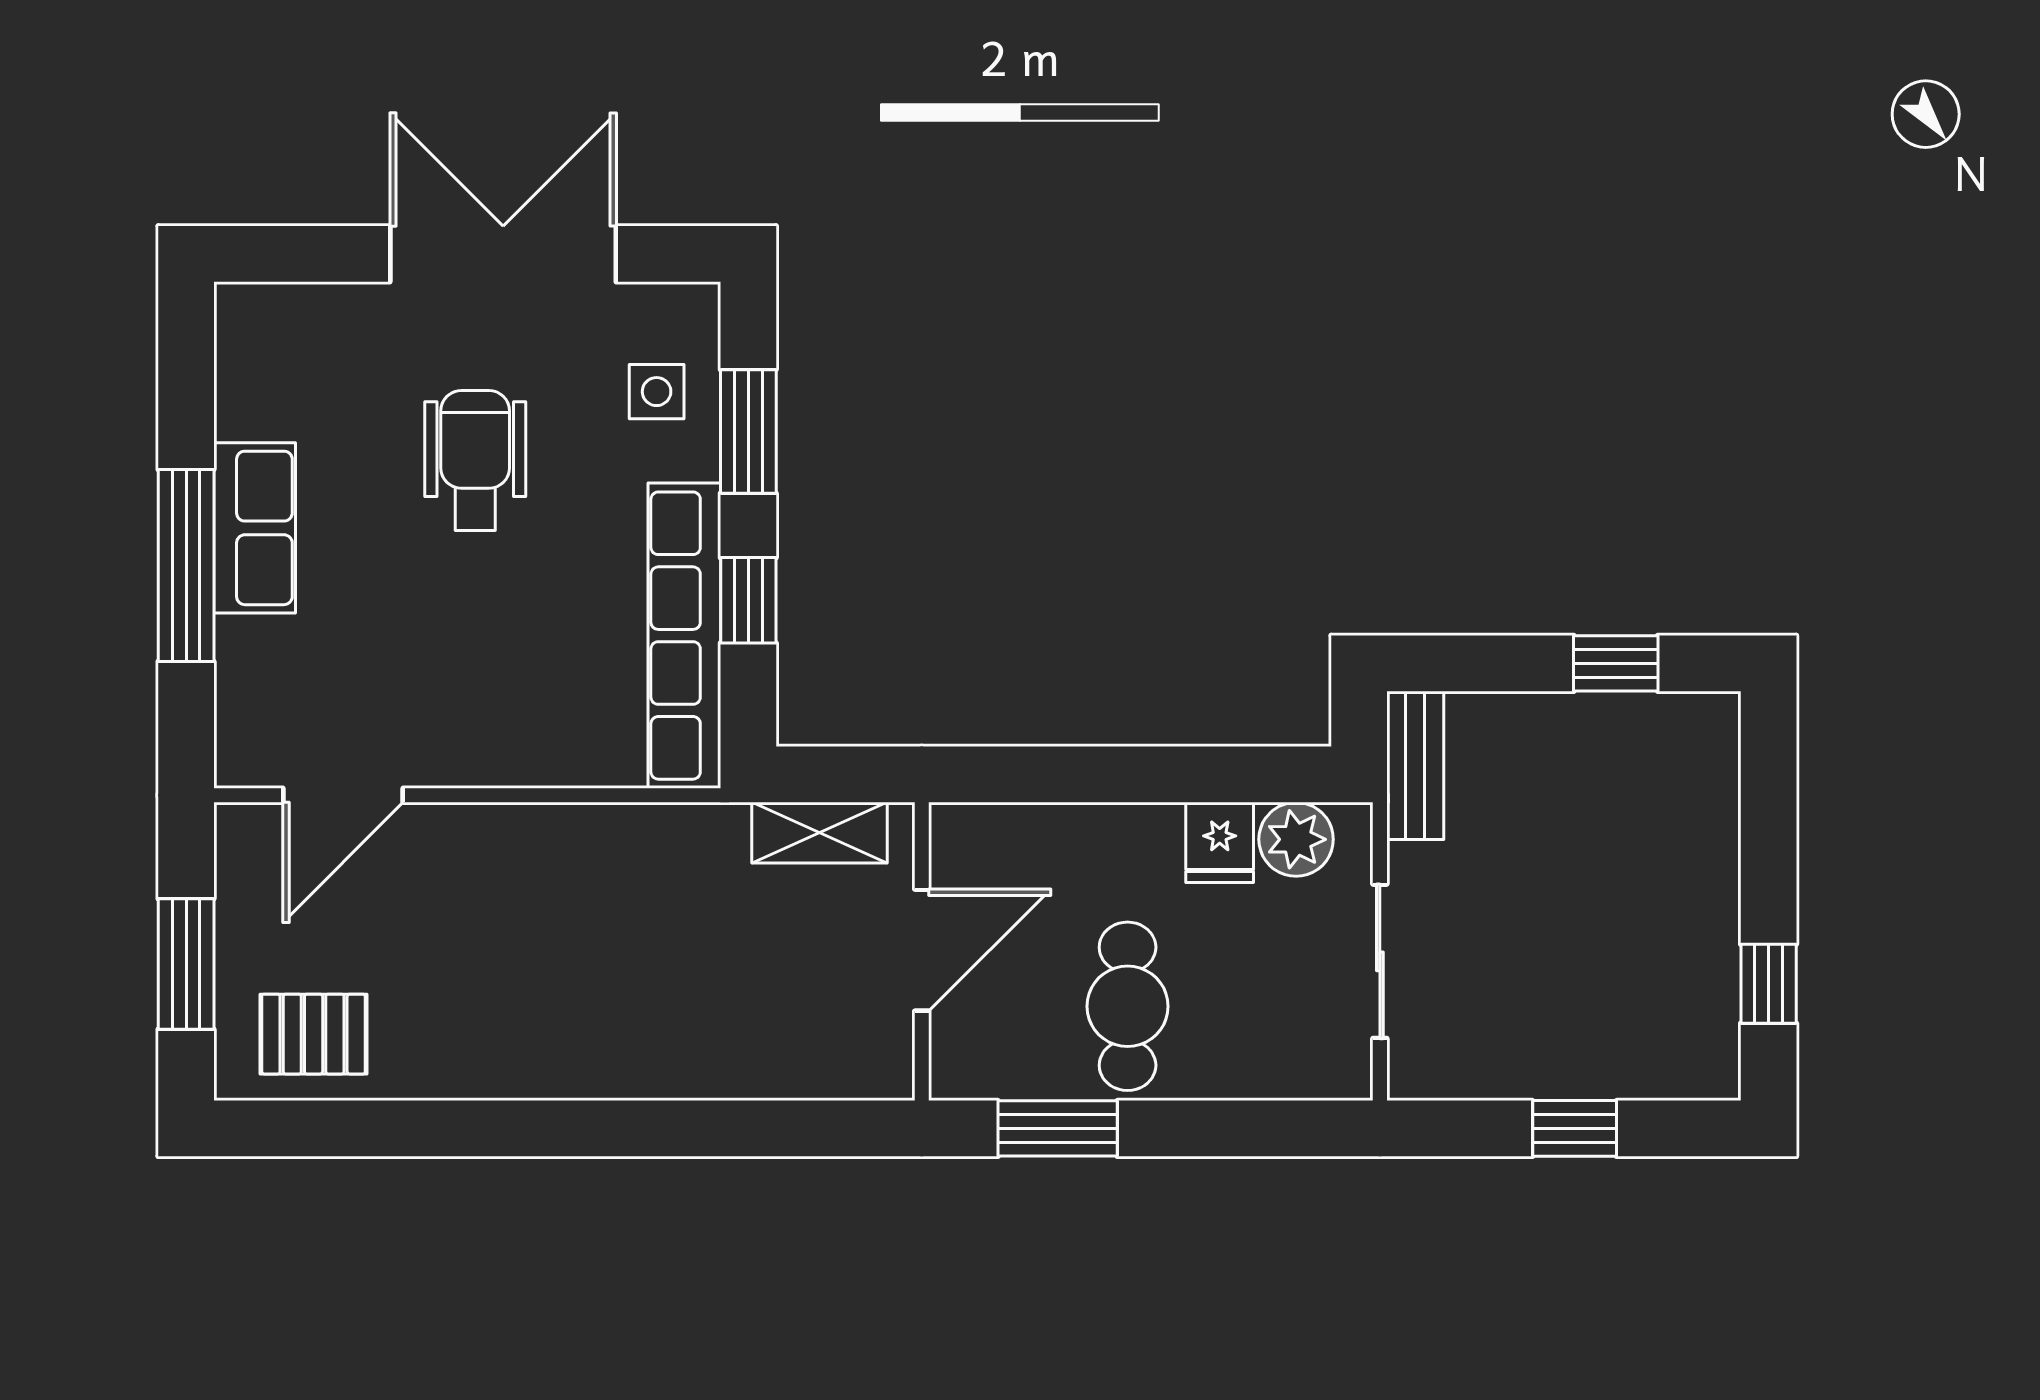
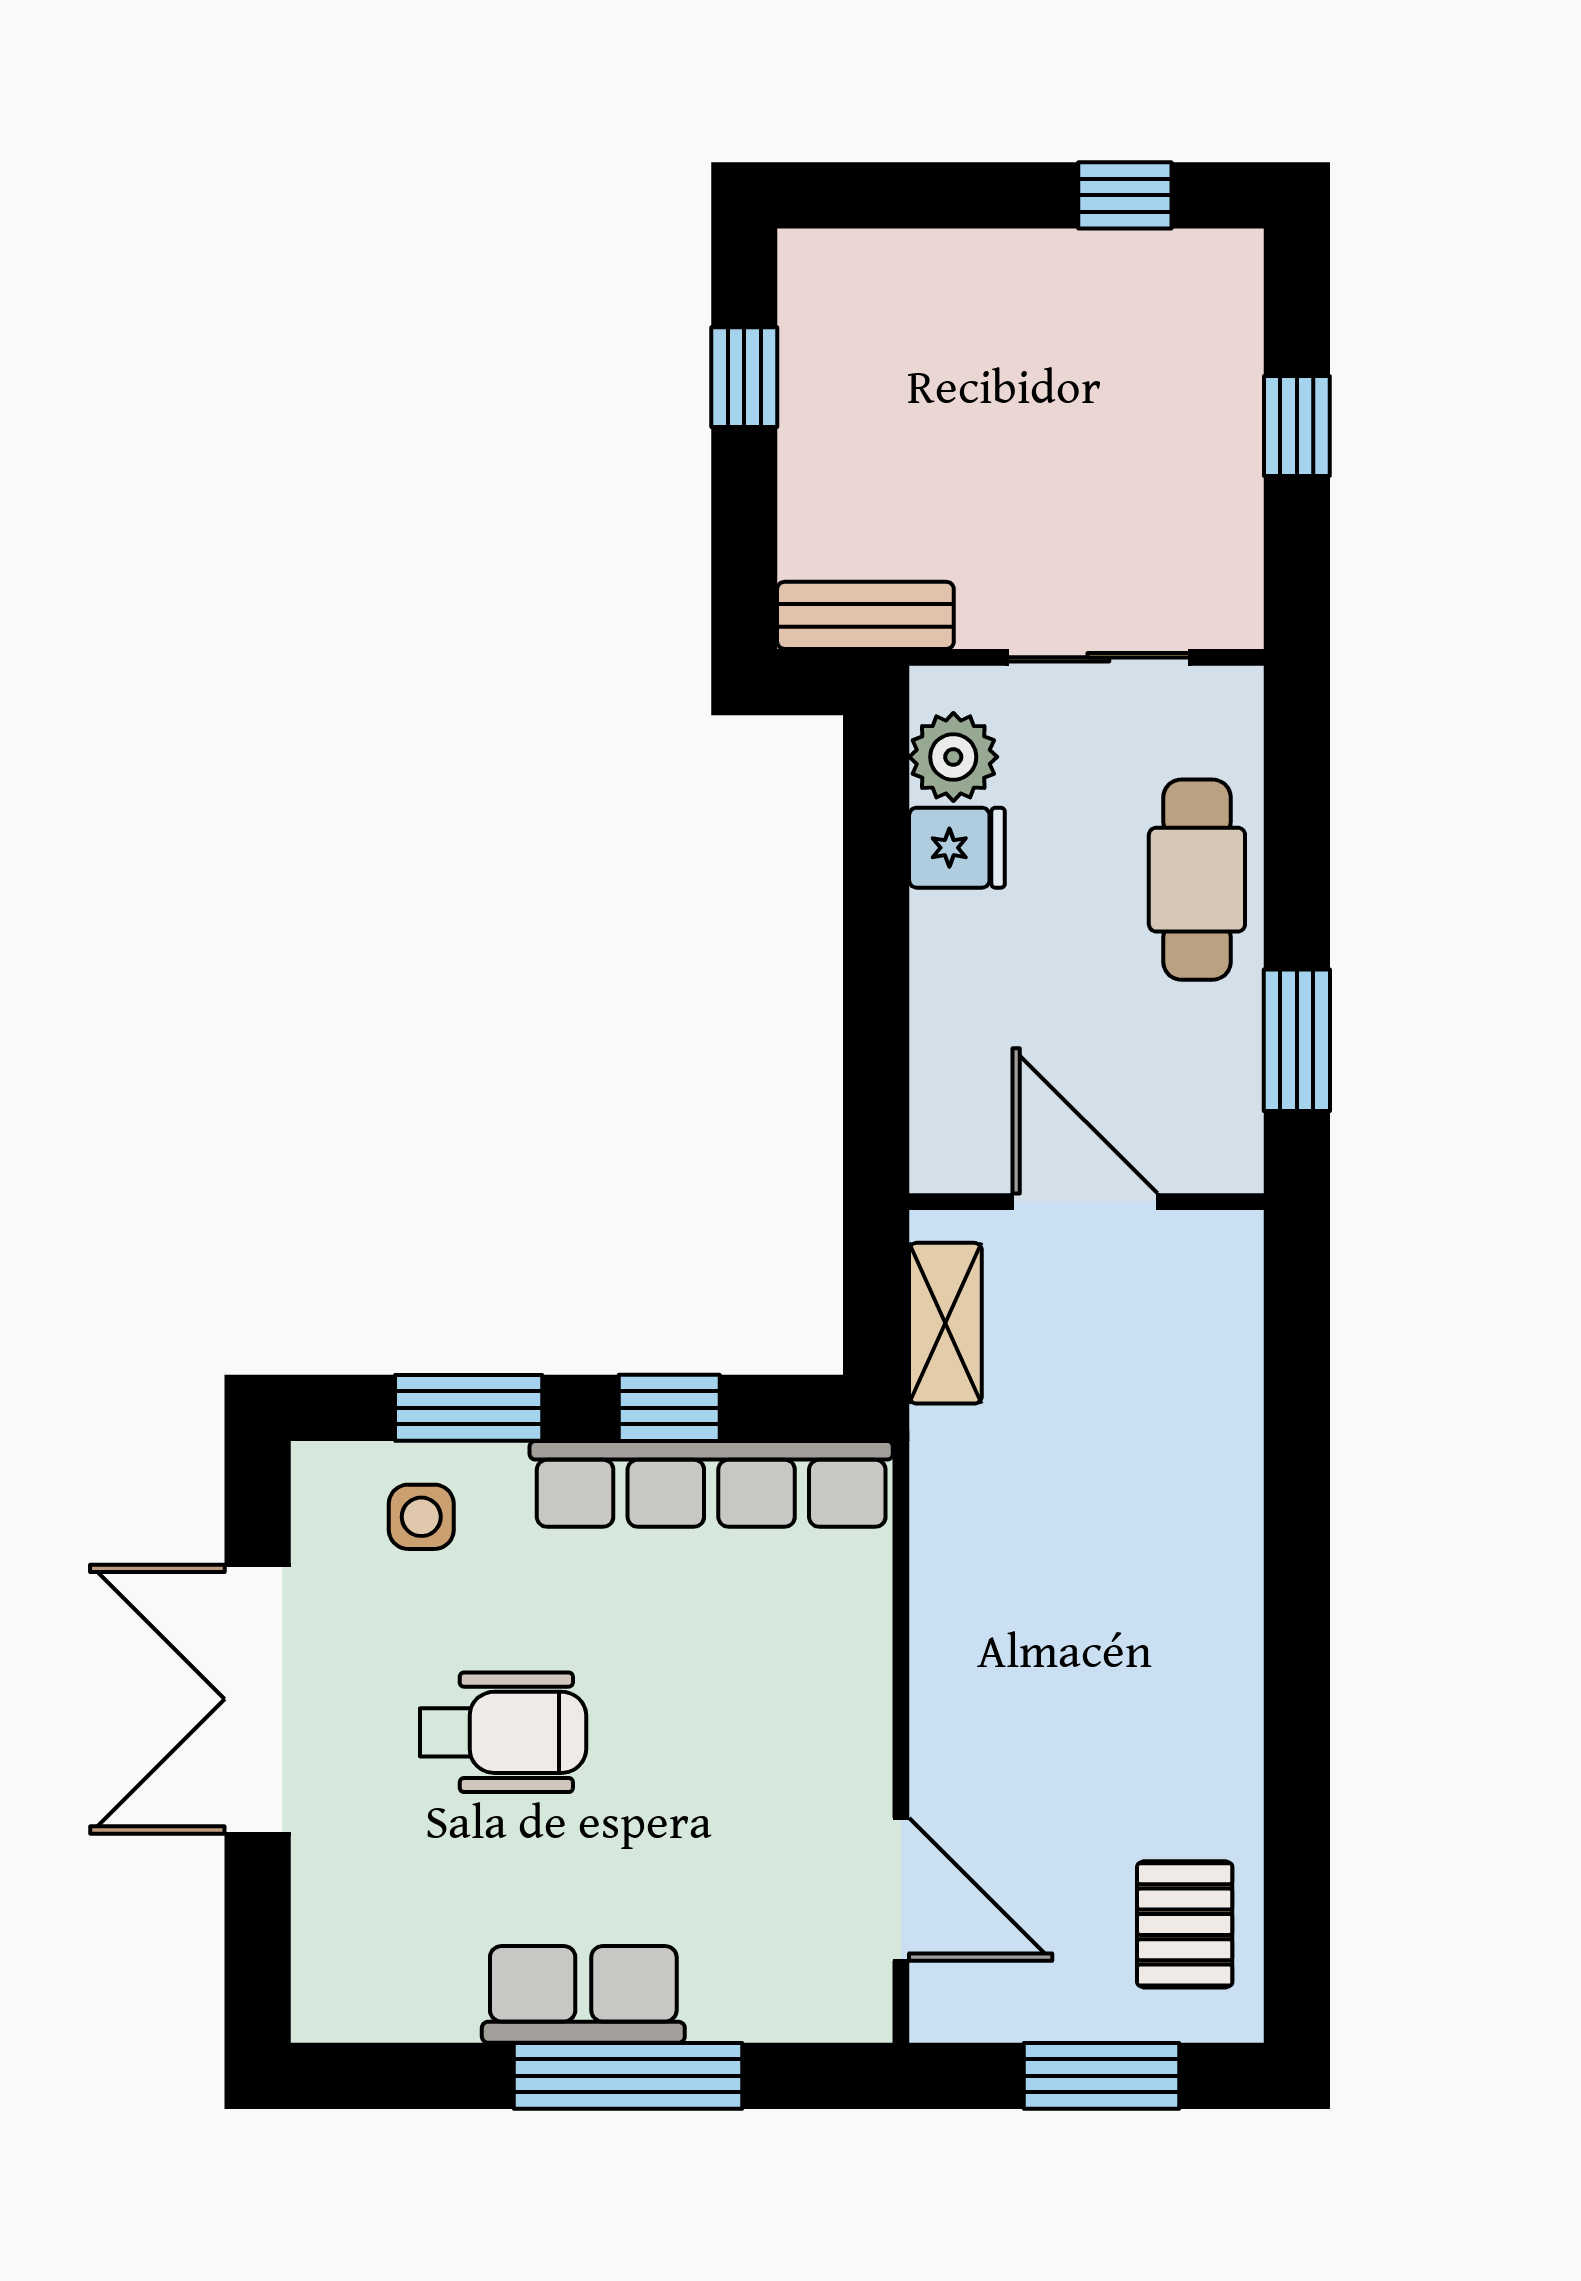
wheelchair: (475, 460) -> (503, 1732), turned 180
cafe table: (1128, 1006) -> (1197, 880), moved, turned 90

